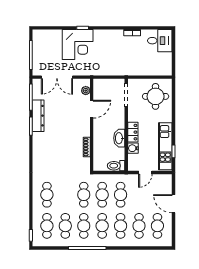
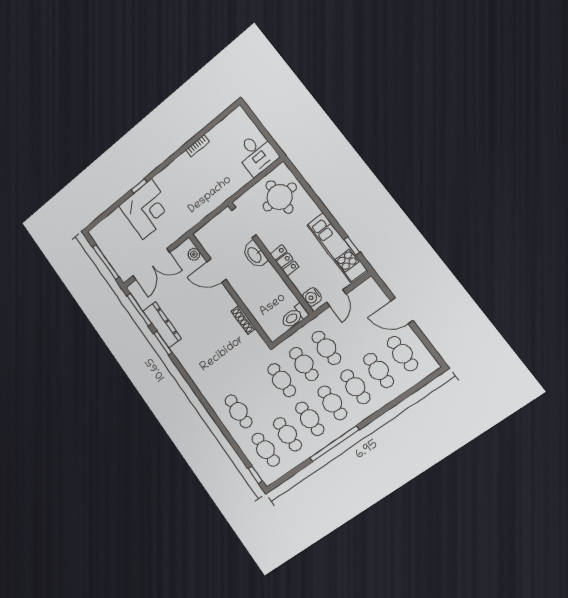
desk: (160, 41) -> (257, 154), moved, turned 90
door: (92, 109) -> (216, 271), swing flipped
washbasin: (119, 138) -> (255, 255), moved
water cooler: (133, 148) -> (312, 297), moved

